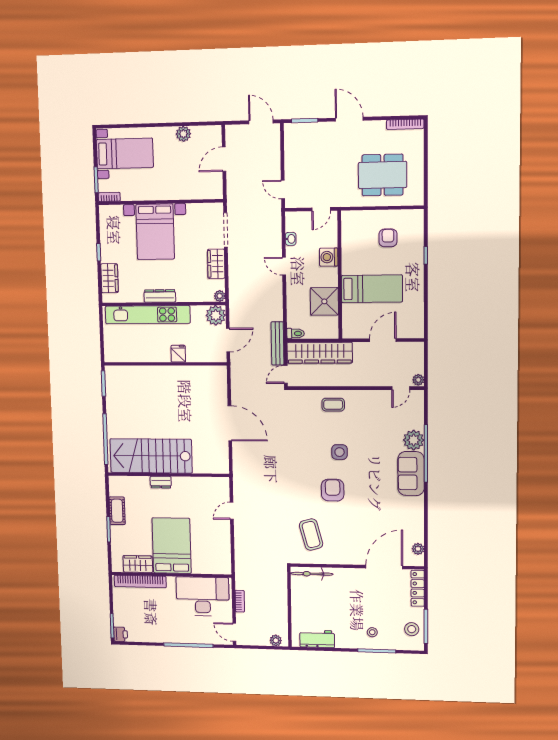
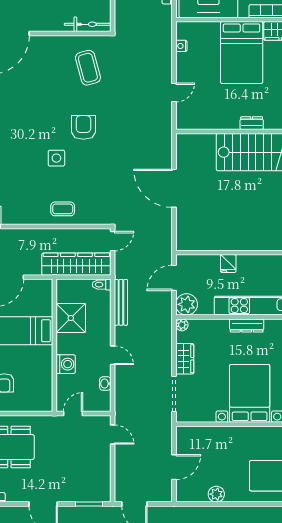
bench: (277, 343) -> (121, 302), moved
armchair: (333, 490) -> (83, 127), moved, turned 180
nightstand: (226, 553) -> (181, 46), added

